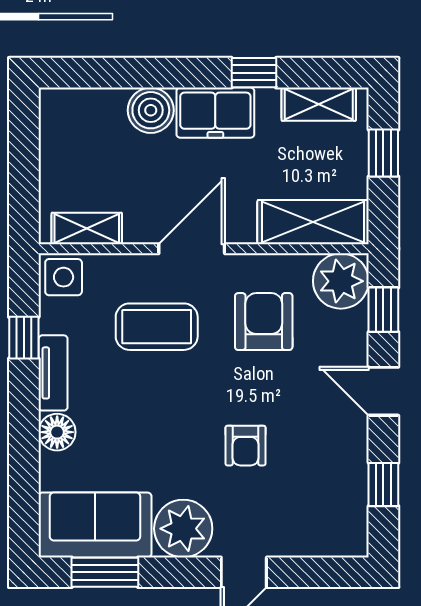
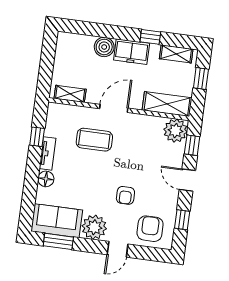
side table: (64, 277) -> (57, 113), removed
armchair: (264, 322) -> (150, 229), moved

